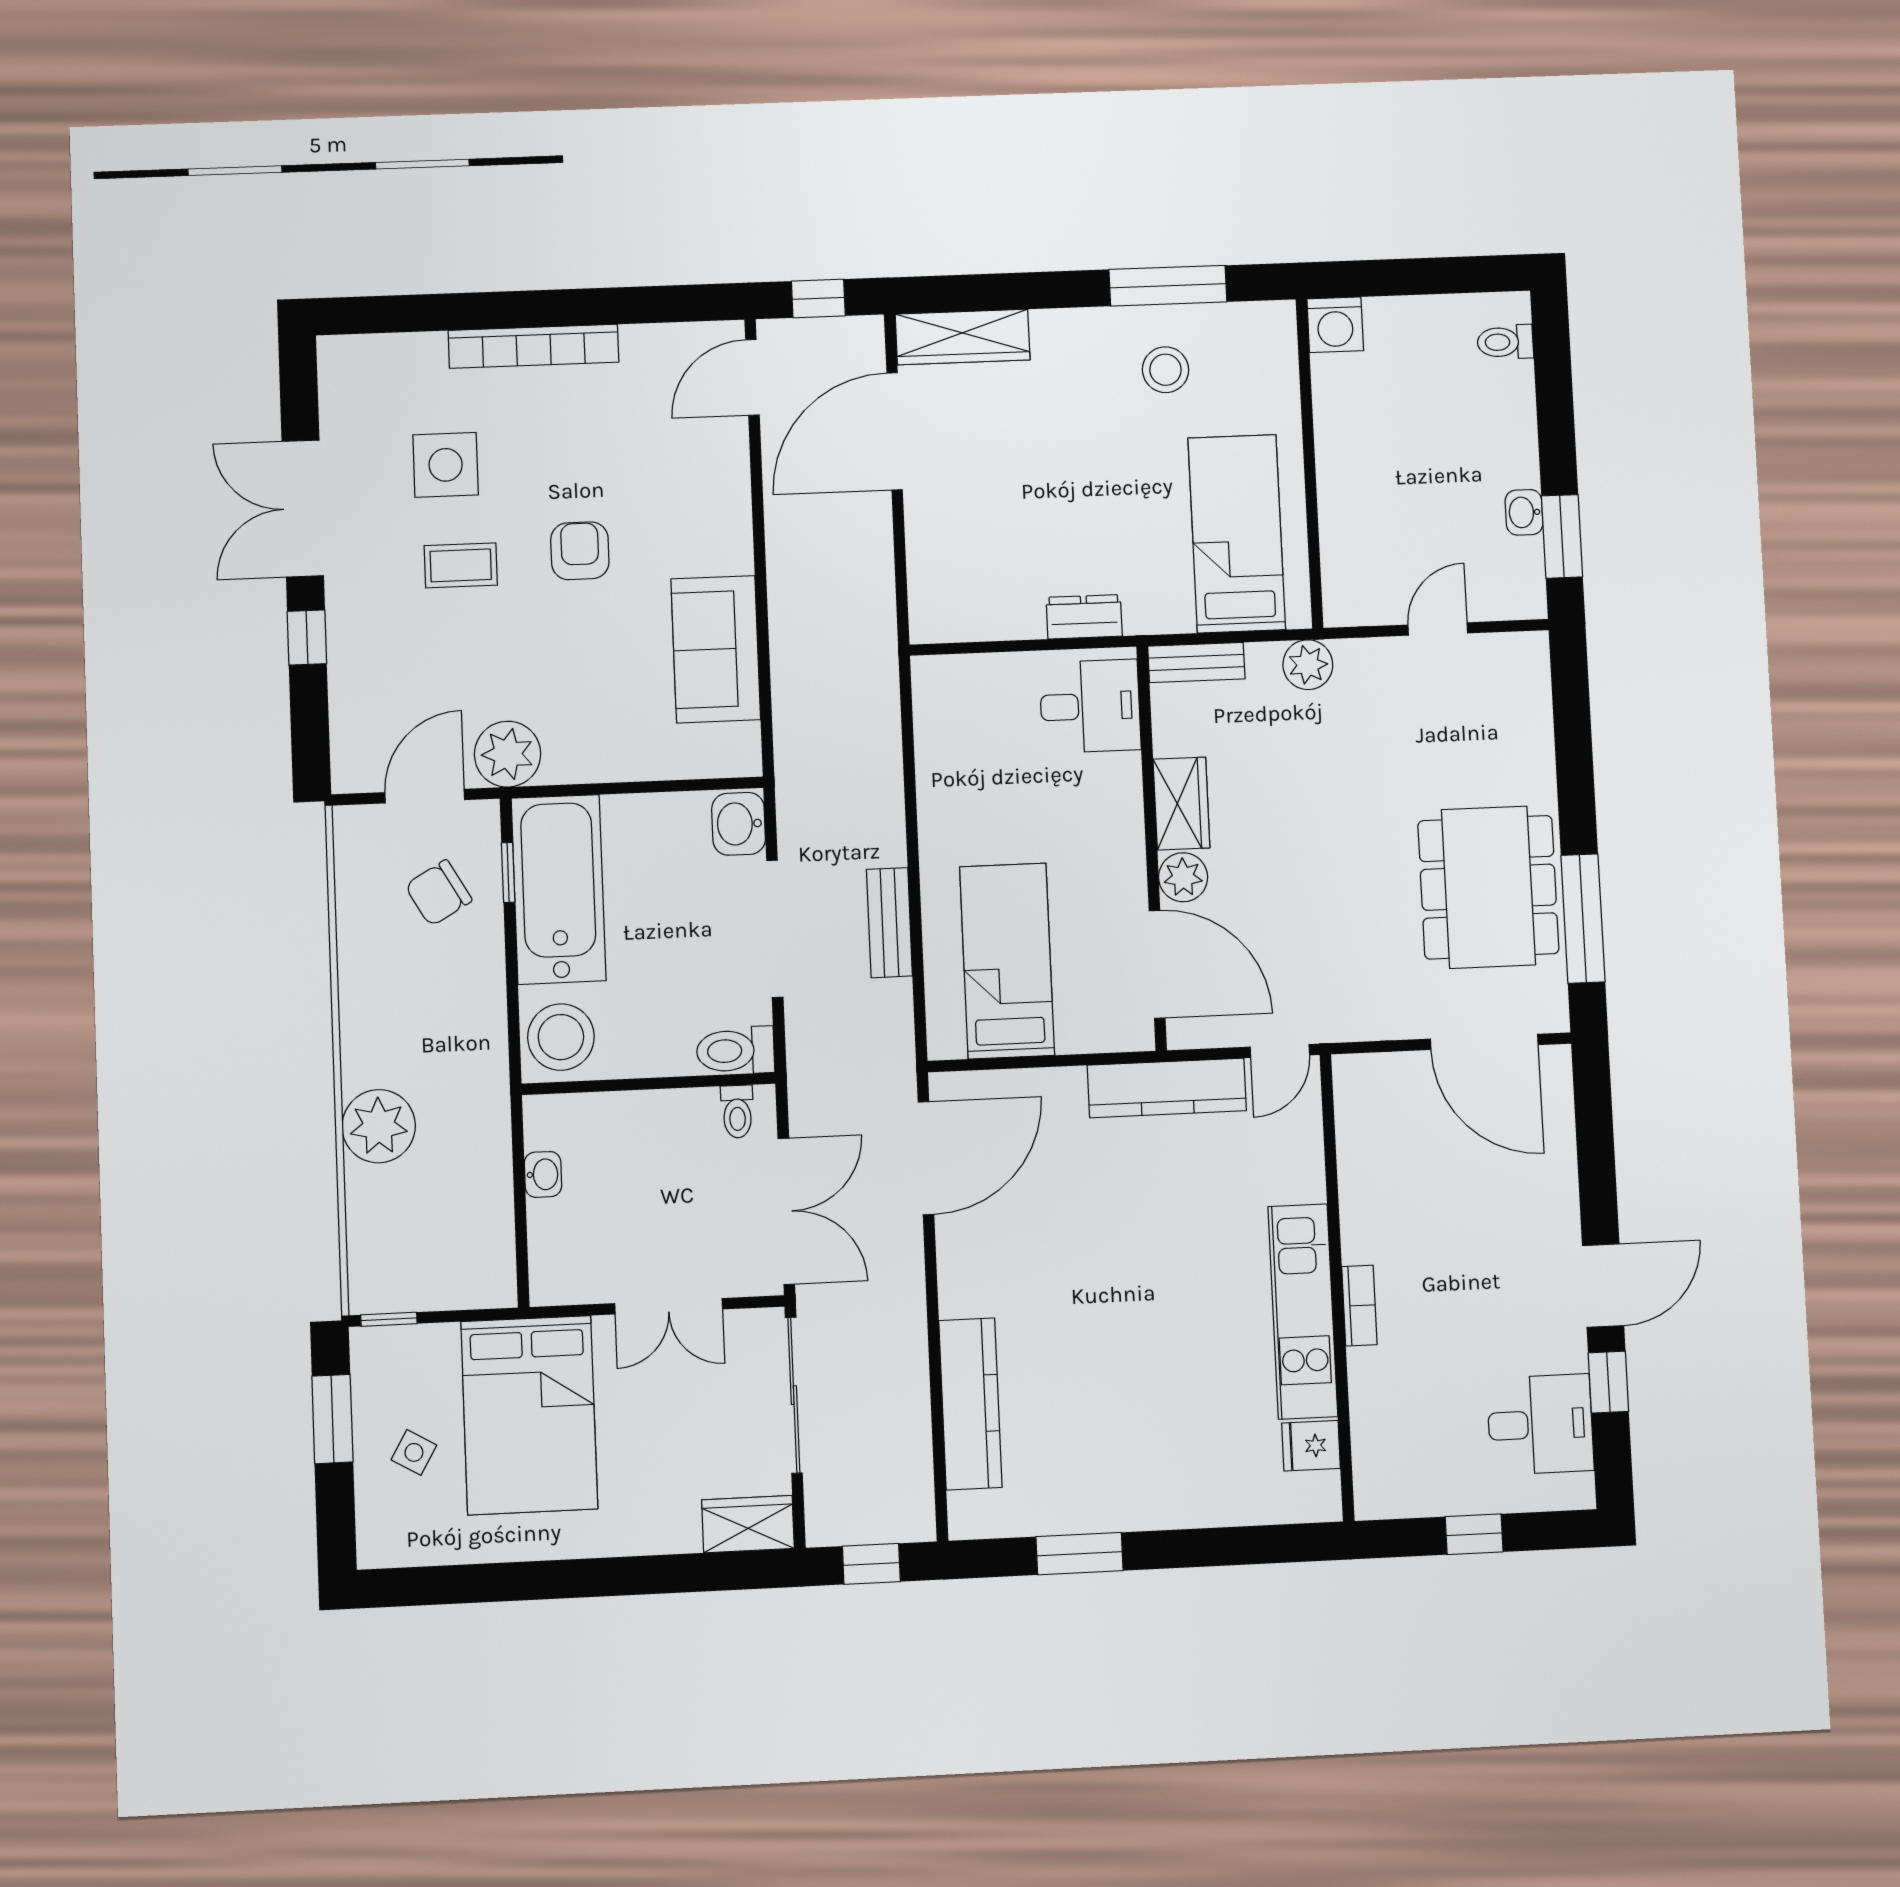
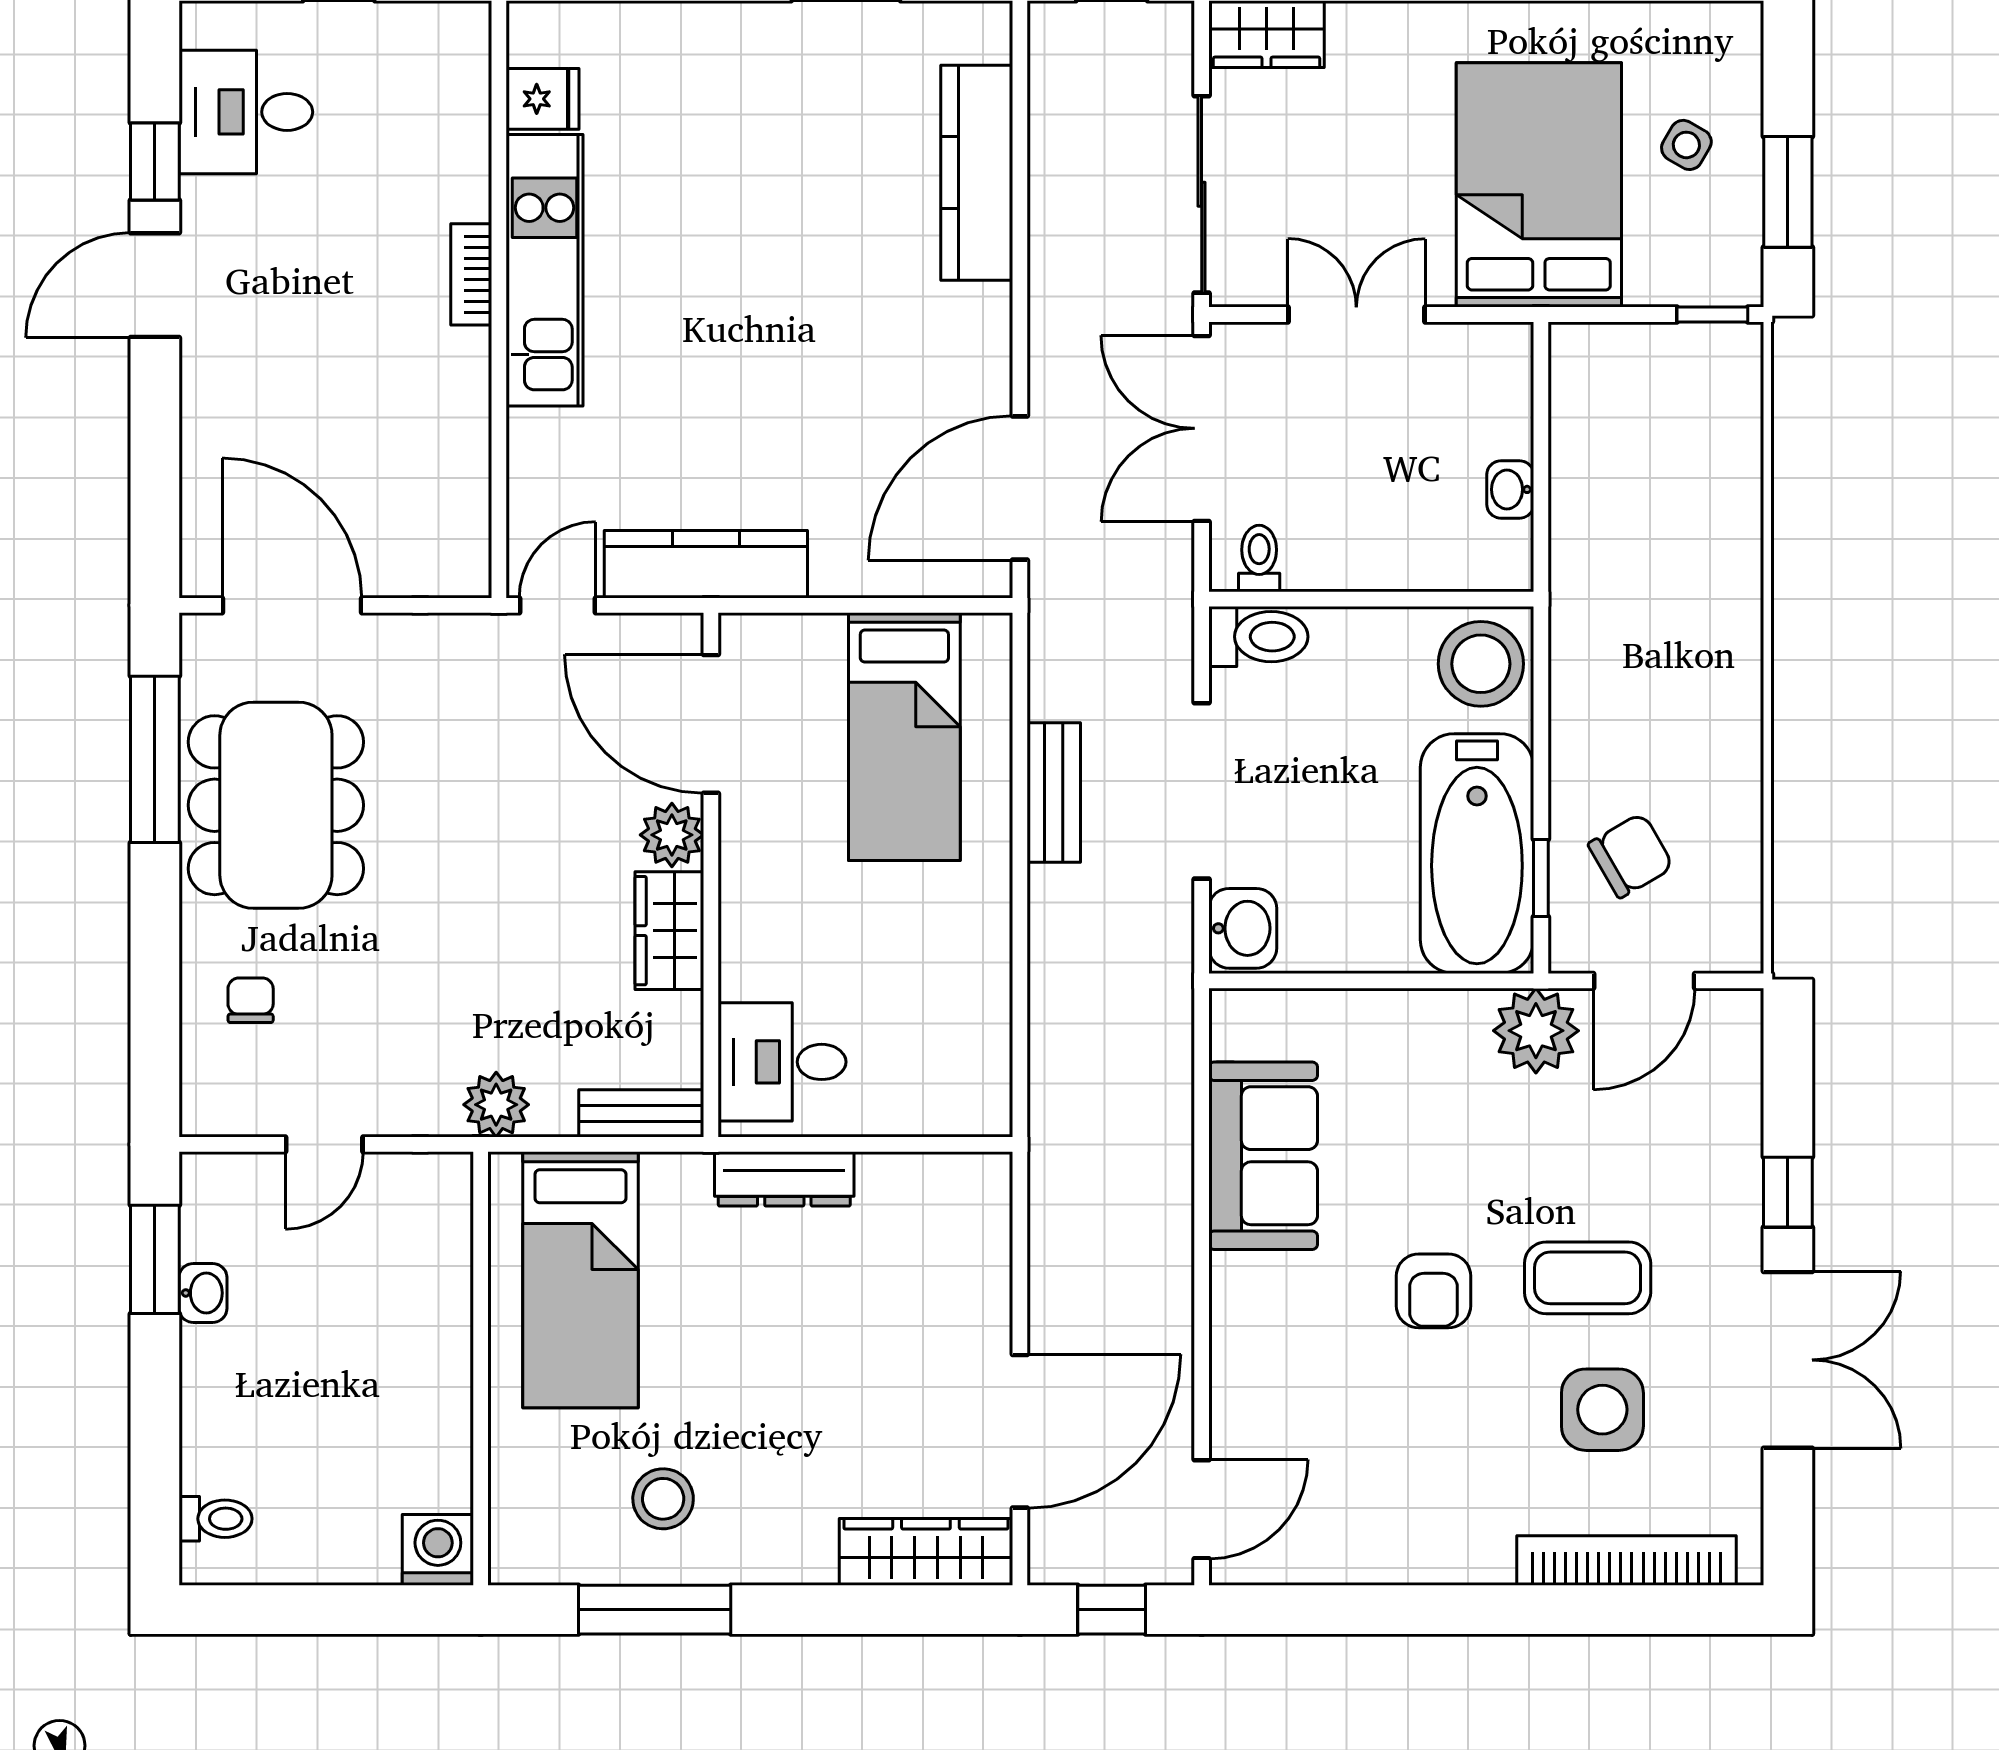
bookcase: (534, 346) -> (1626, 1561), moved
coffee table: (461, 565) -> (1588, 1278), width x1.36, depth x1.30
dresser: (1084, 617) -> (784, 1179), width x1.44
chair: (1500, 737) -> (251, 1000), added
plant: (379, 1126) -> (1717, 560), removed

